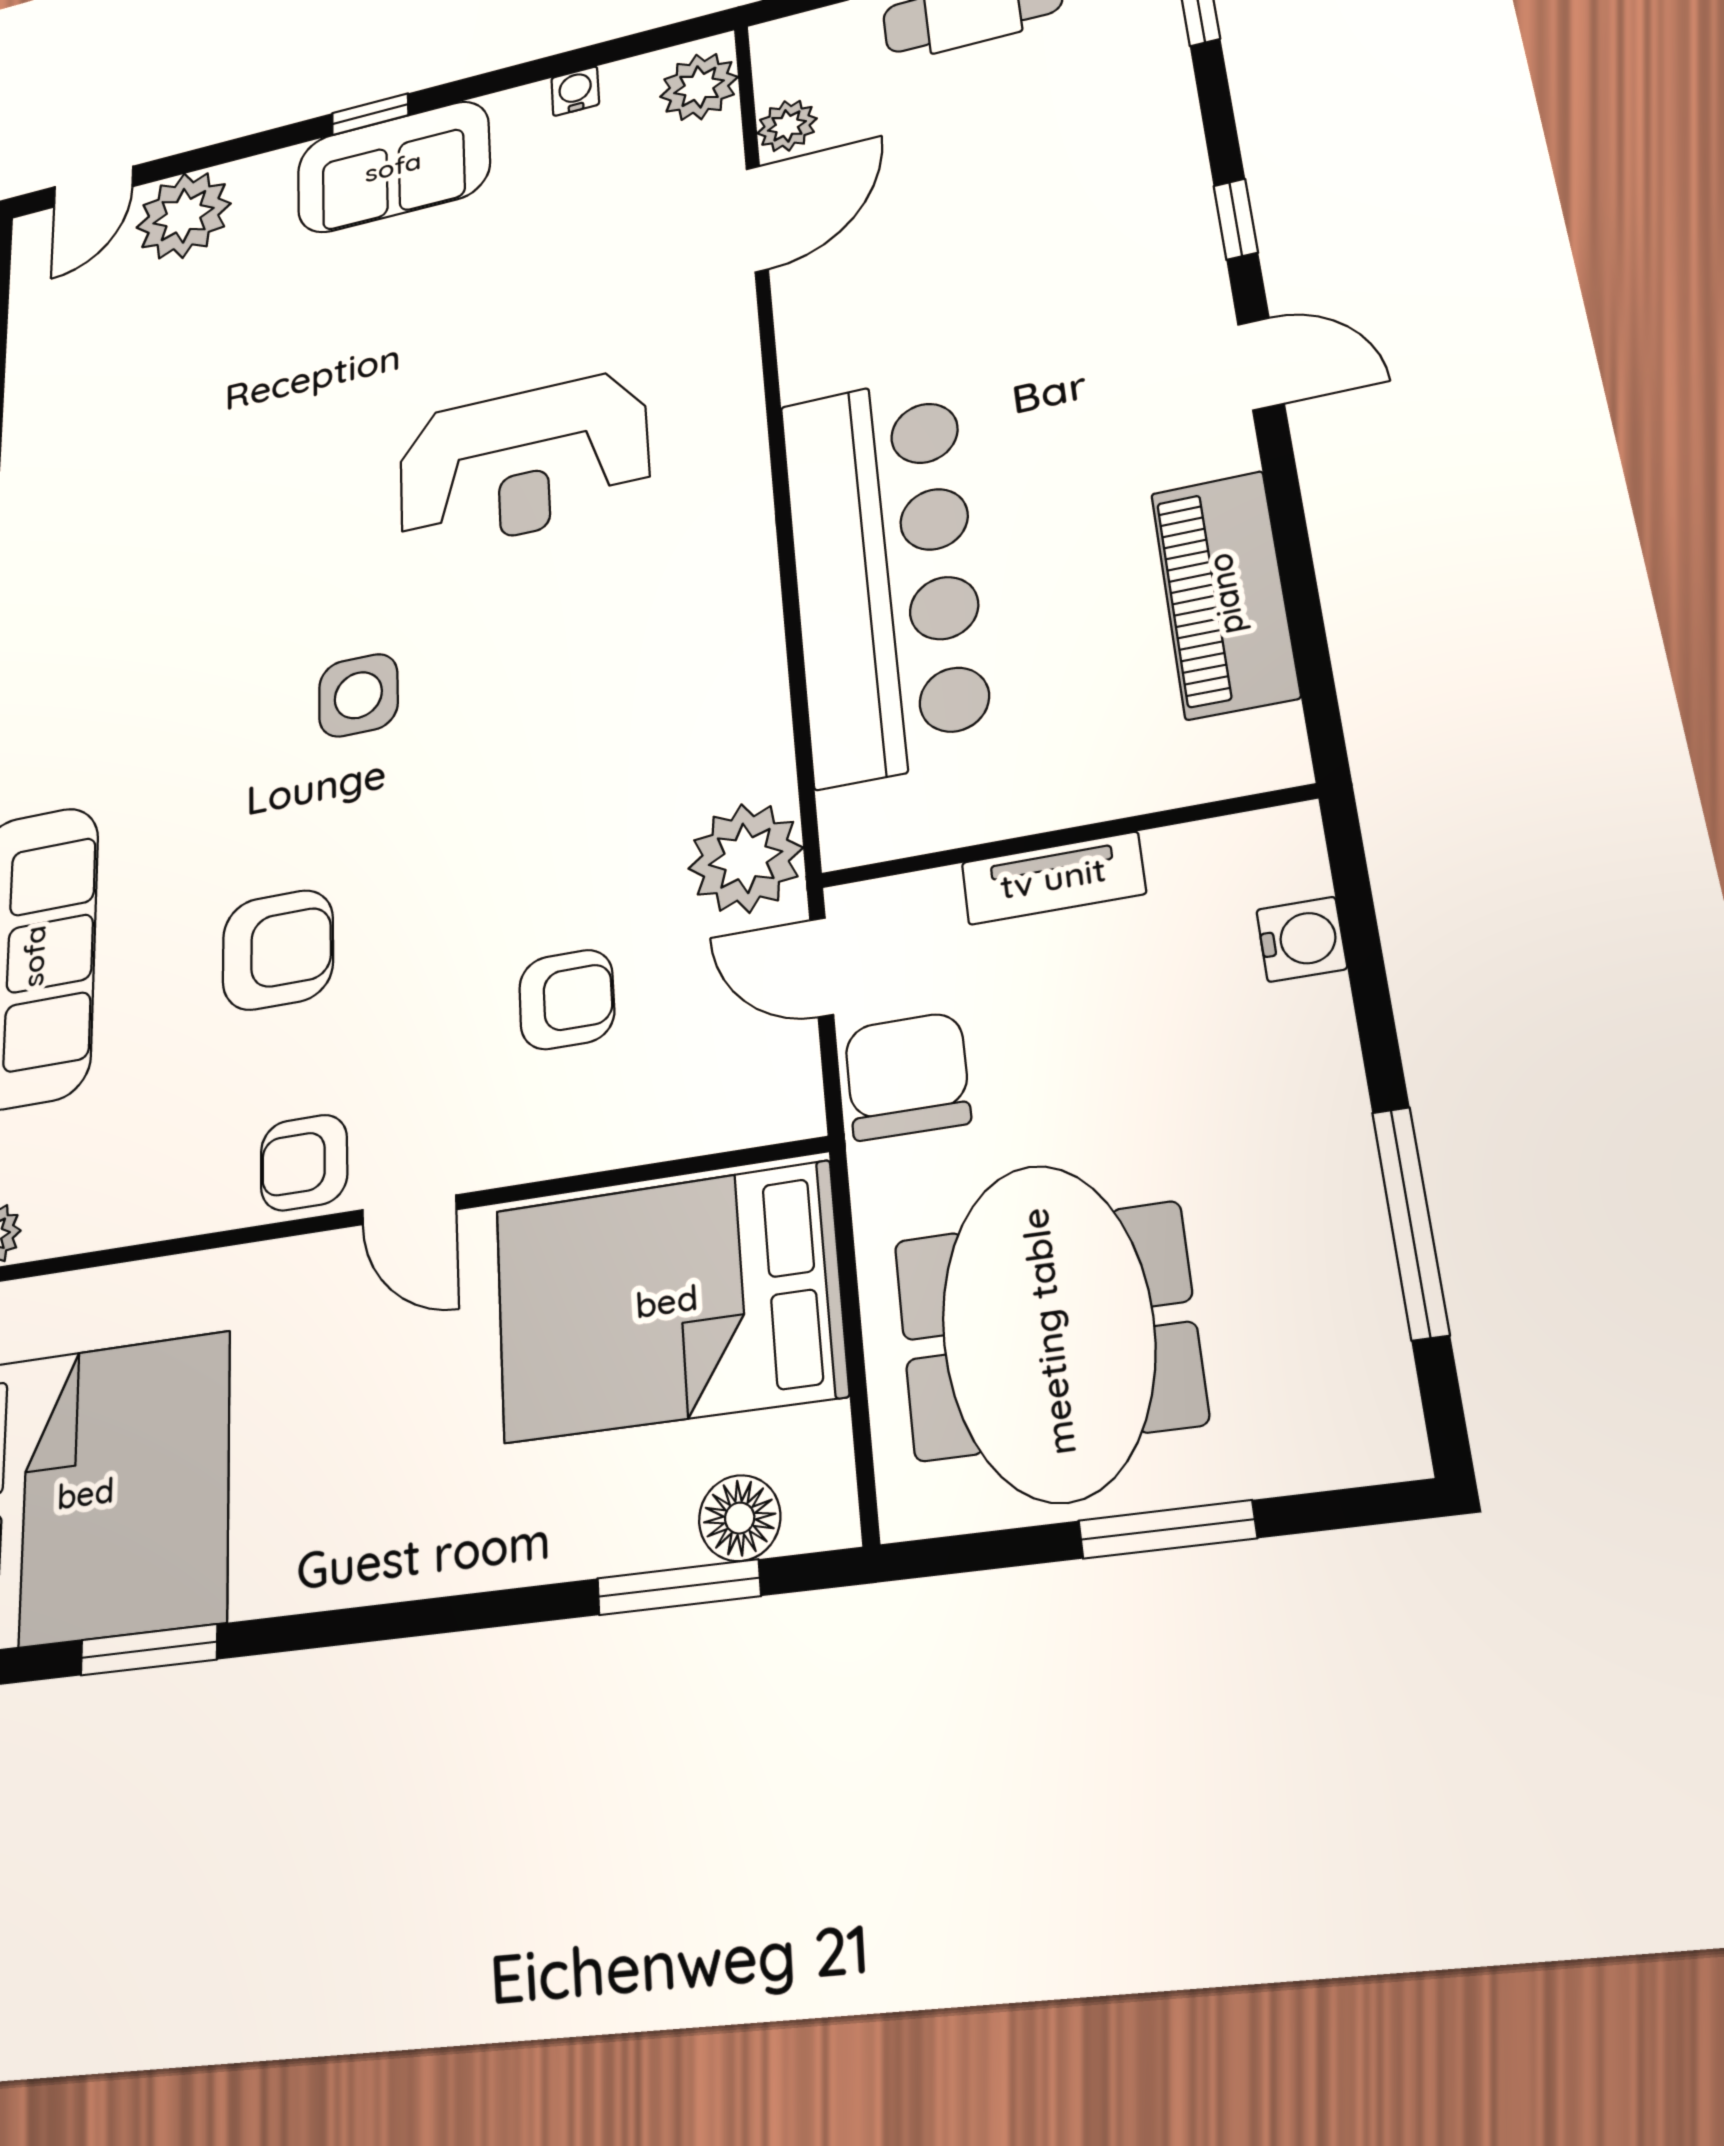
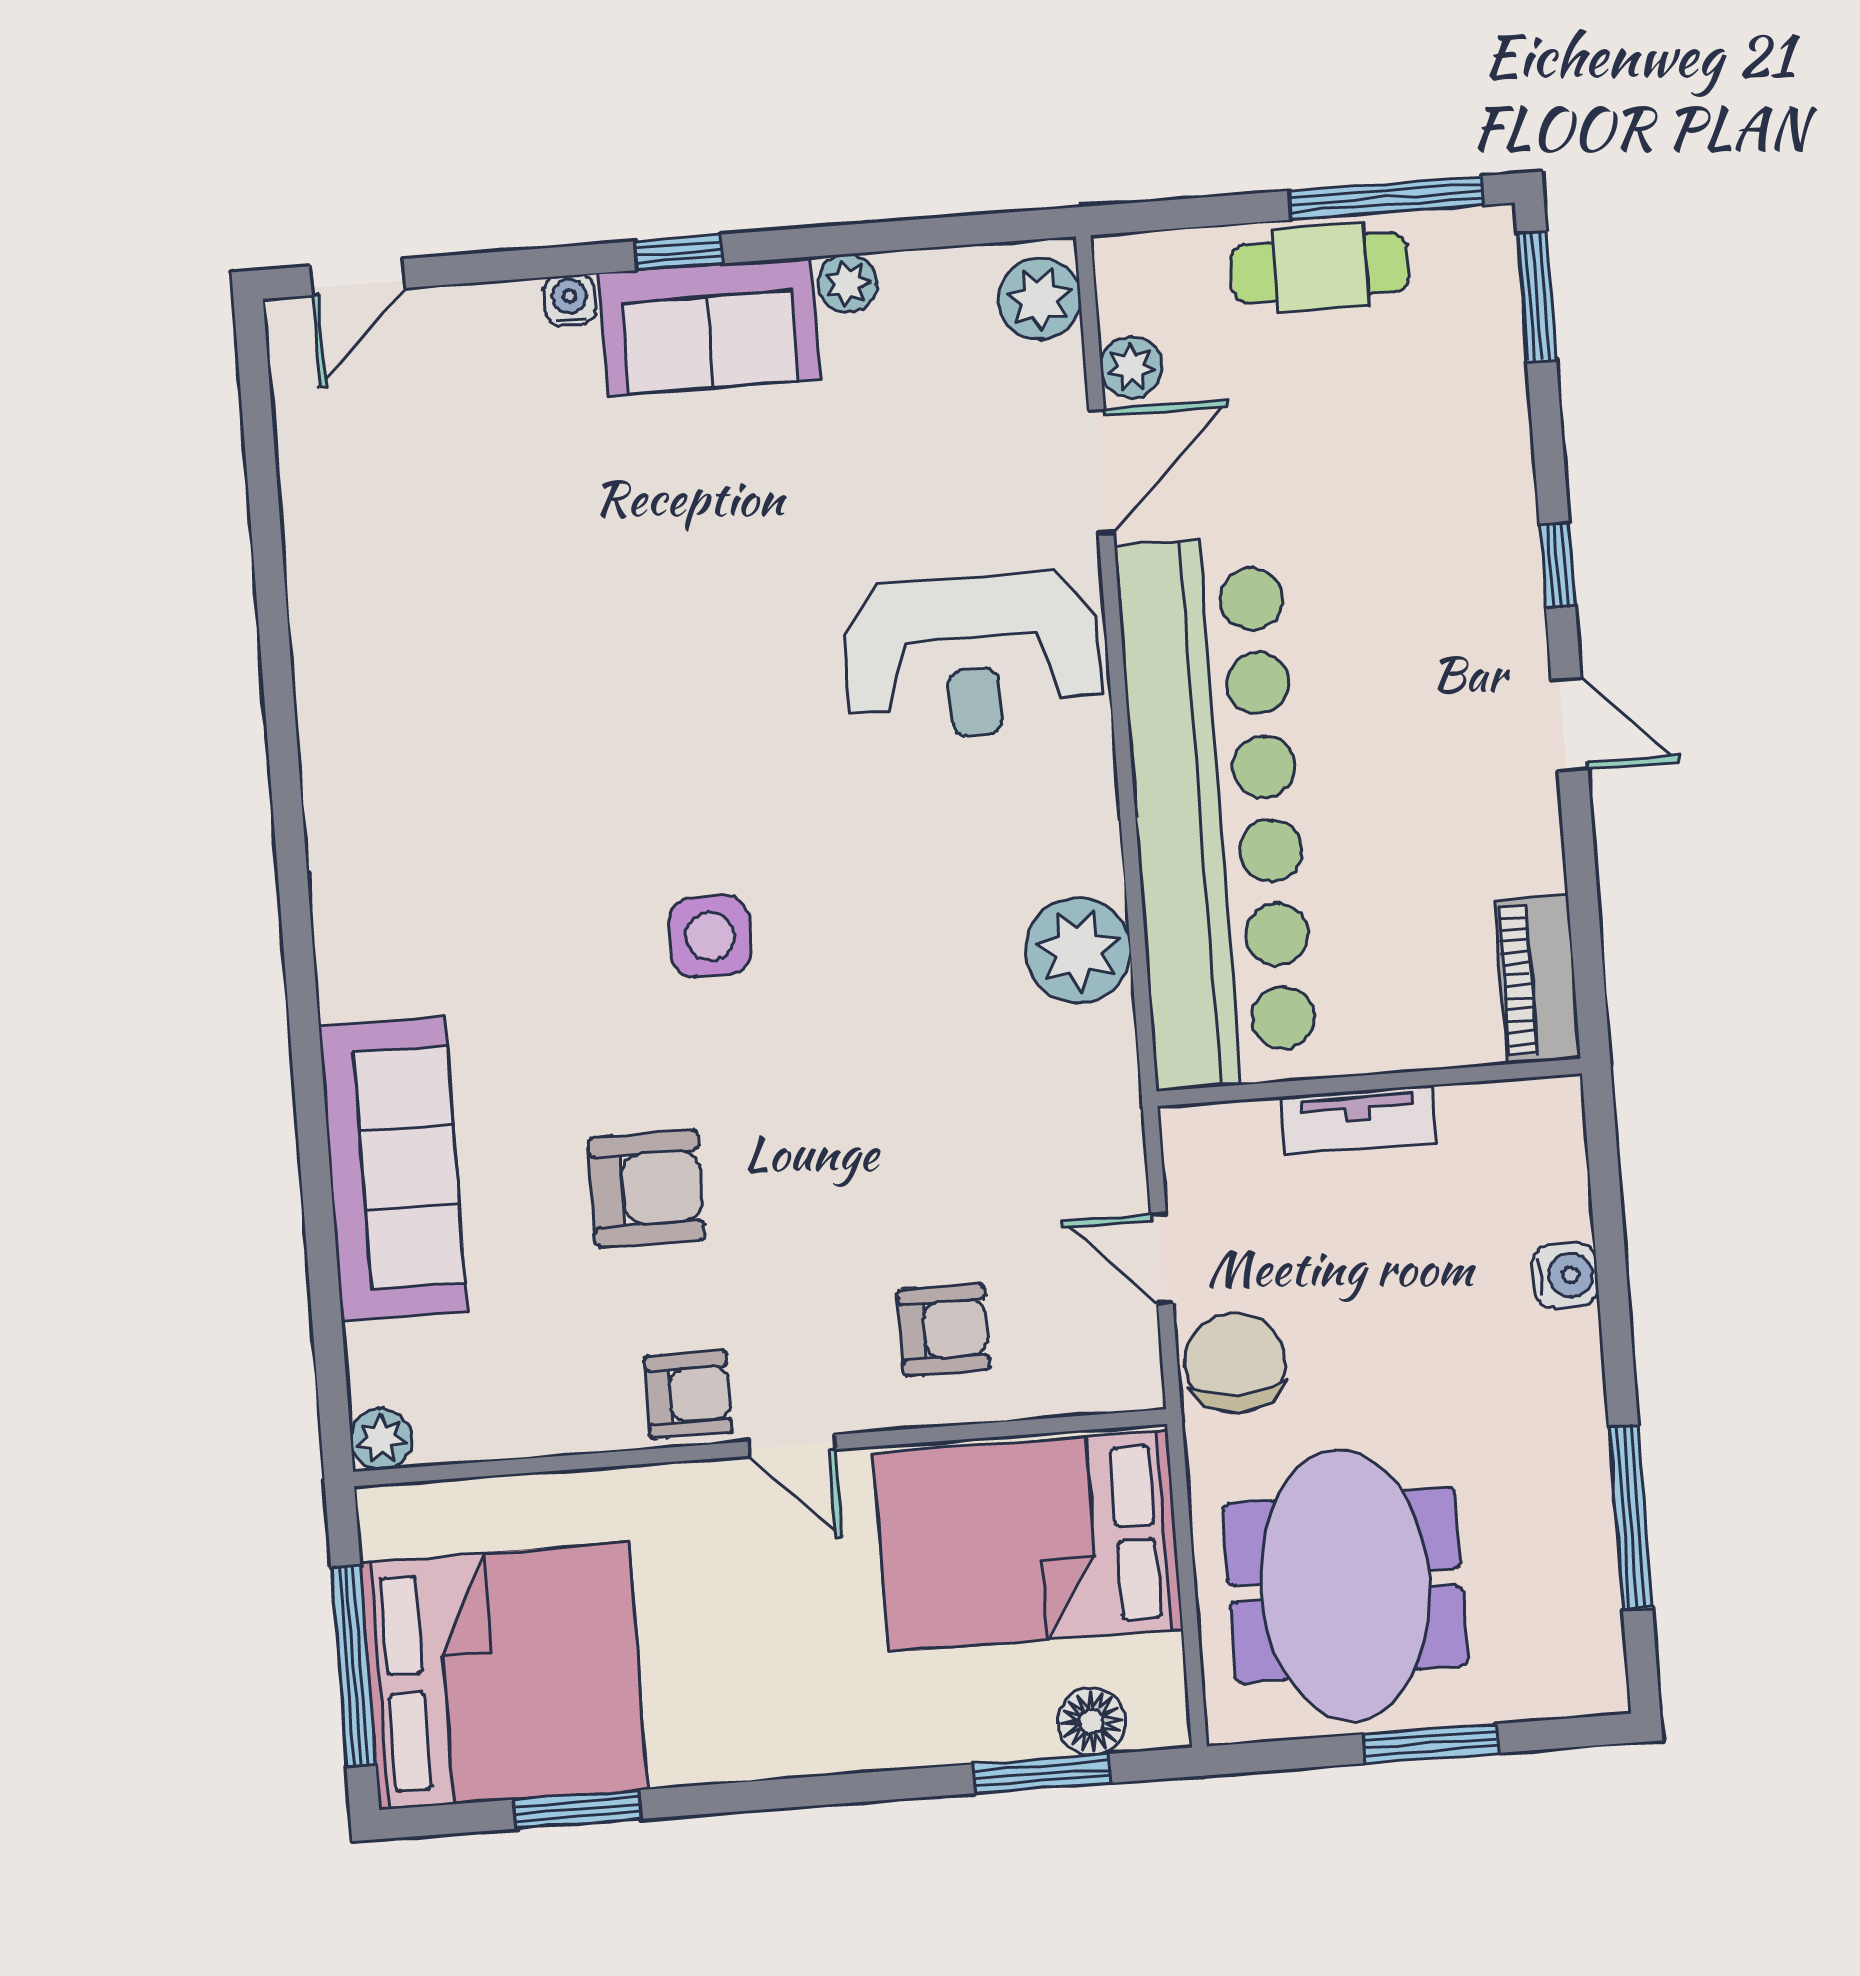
water cooler: (575, 91) -> (570, 300), moved
plant: (183, 216) -> (848, 283), moved, width x0.53, depth x0.53
reception desk: (523, 462) -> (972, 656), moved
bar counter: (884, 575) -> (1217, 812), width x1.36
piano: (1225, 594) -> (1538, 979), width x0.73, depth x0.75
wall: (1064, 837) -> (1369, 1082), moved
plant: (745, 858) -> (1078, 950), moved
tv unit: (1053, 878) -> (1358, 1120), moved
armchair: (567, 999) -> (943, 1329), moved
armchair: (304, 1163) -> (688, 1395), turned 180

